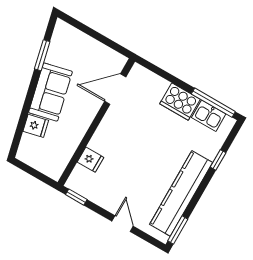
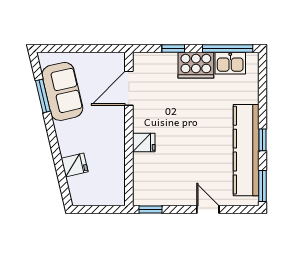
window: (169, 77) -> (173, 48), added
sofa: (50, 92) -> (62, 91), moved
fridge: (91, 160) -> (144, 143), moved
window: (218, 160) -> (263, 140), moved

